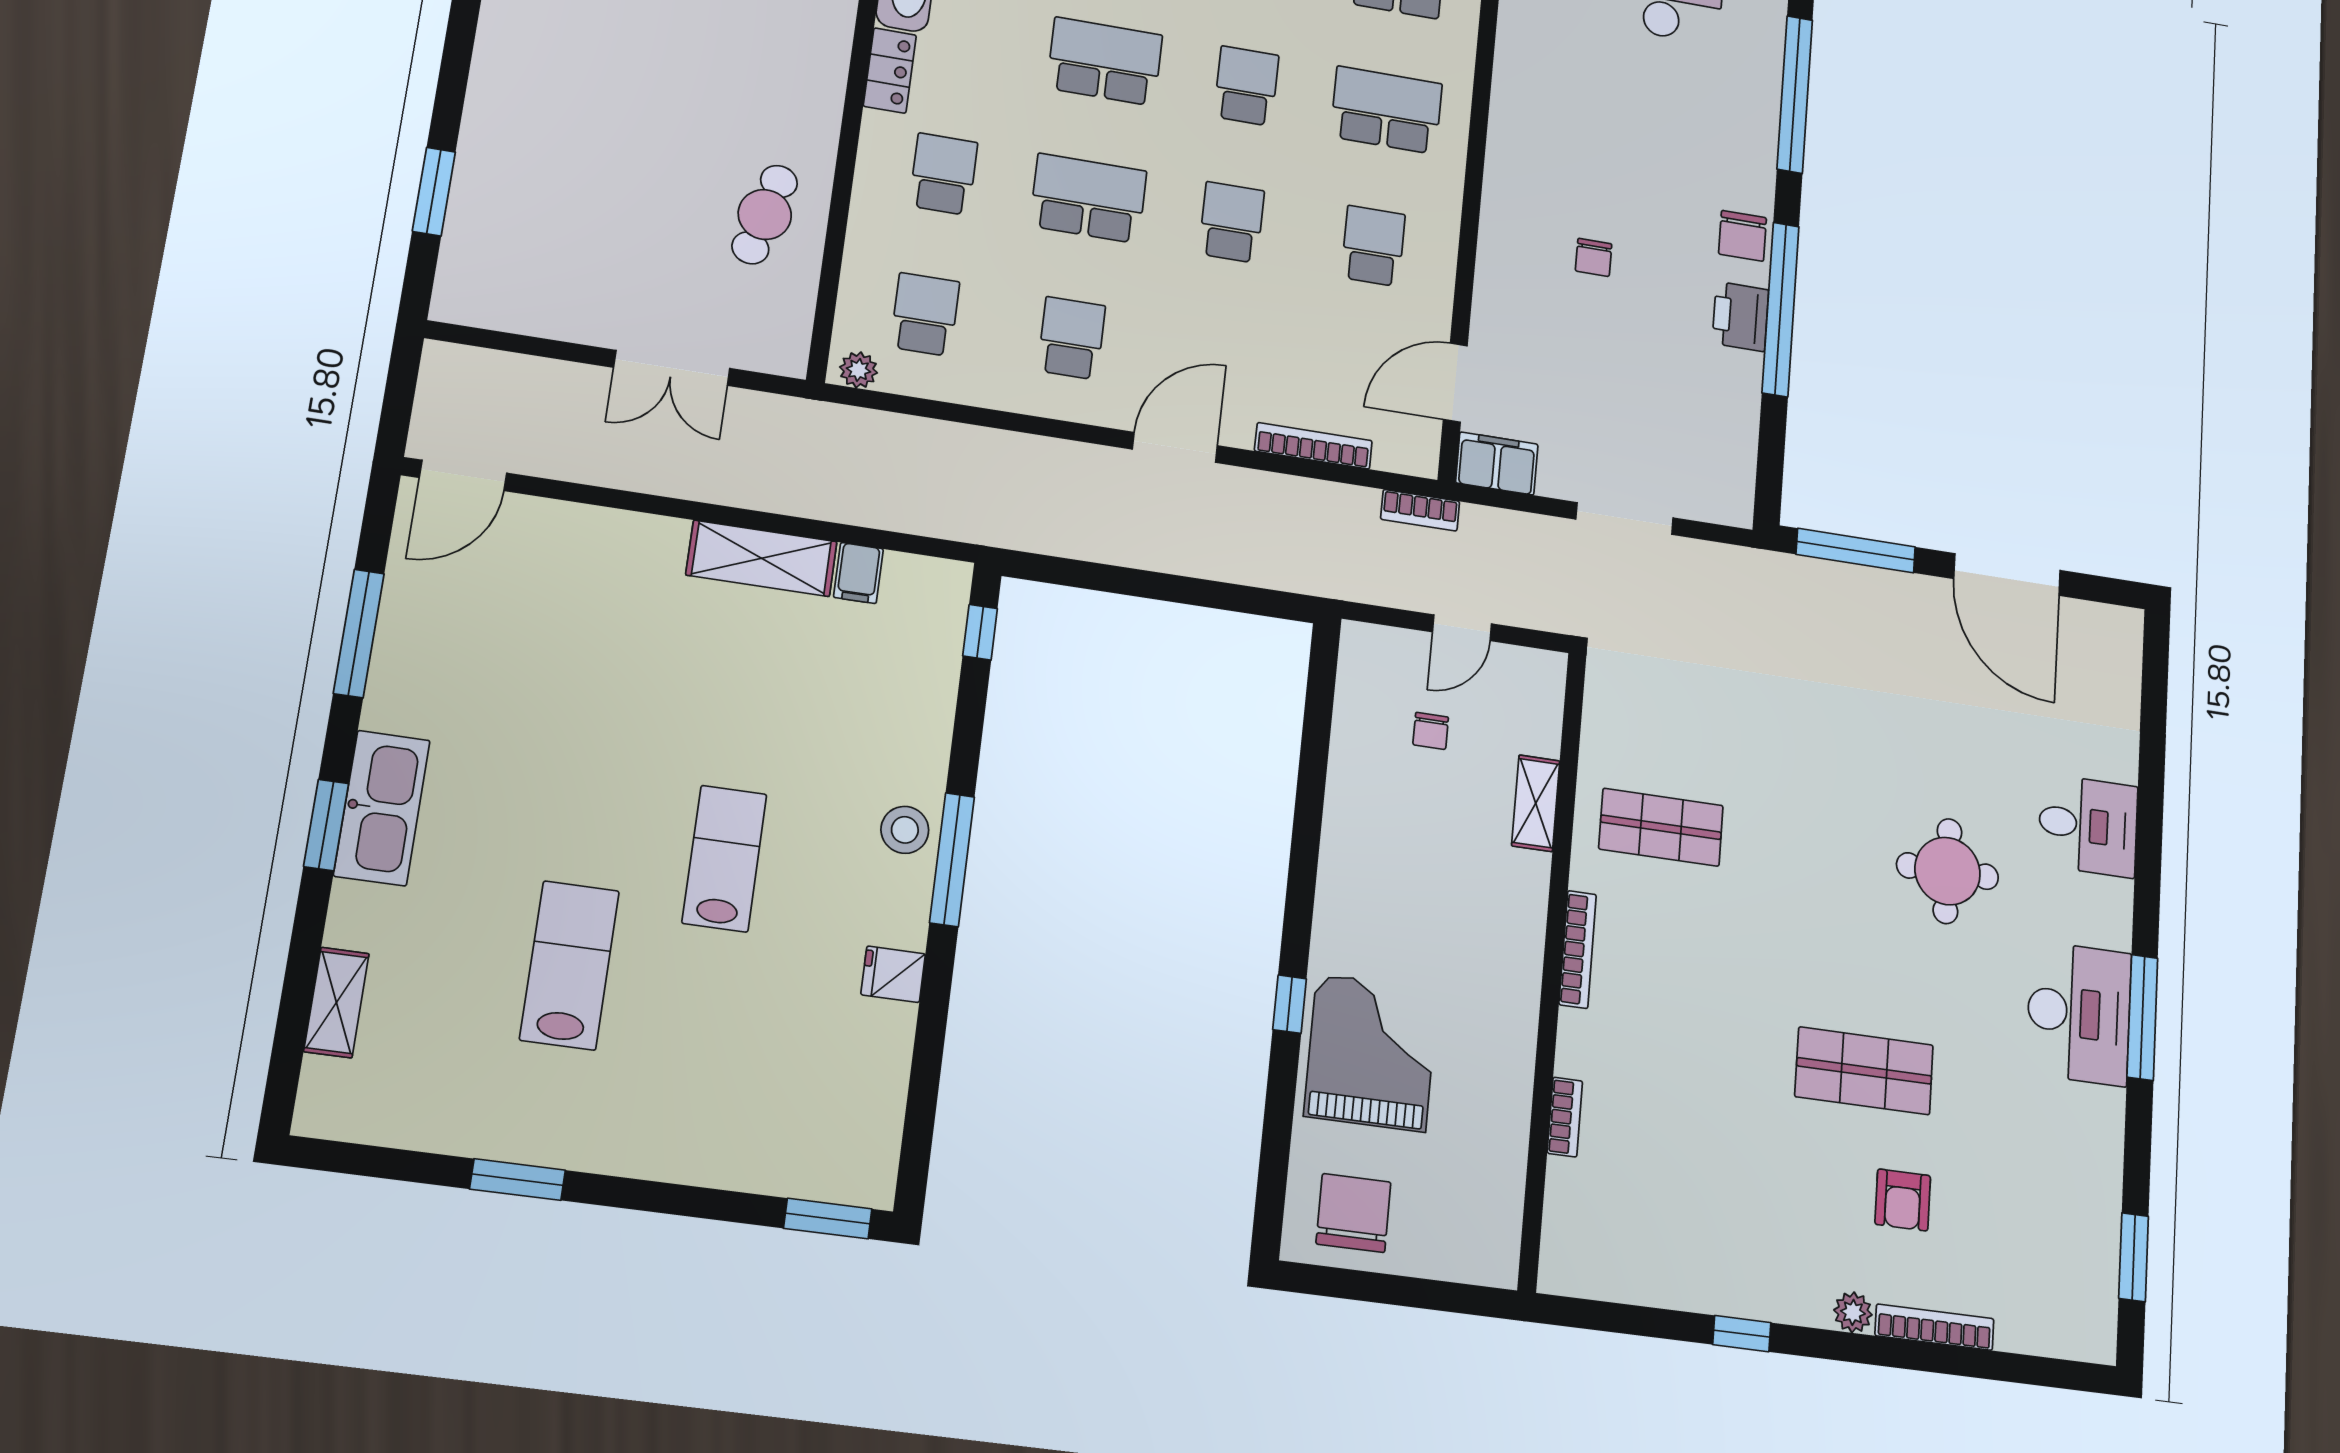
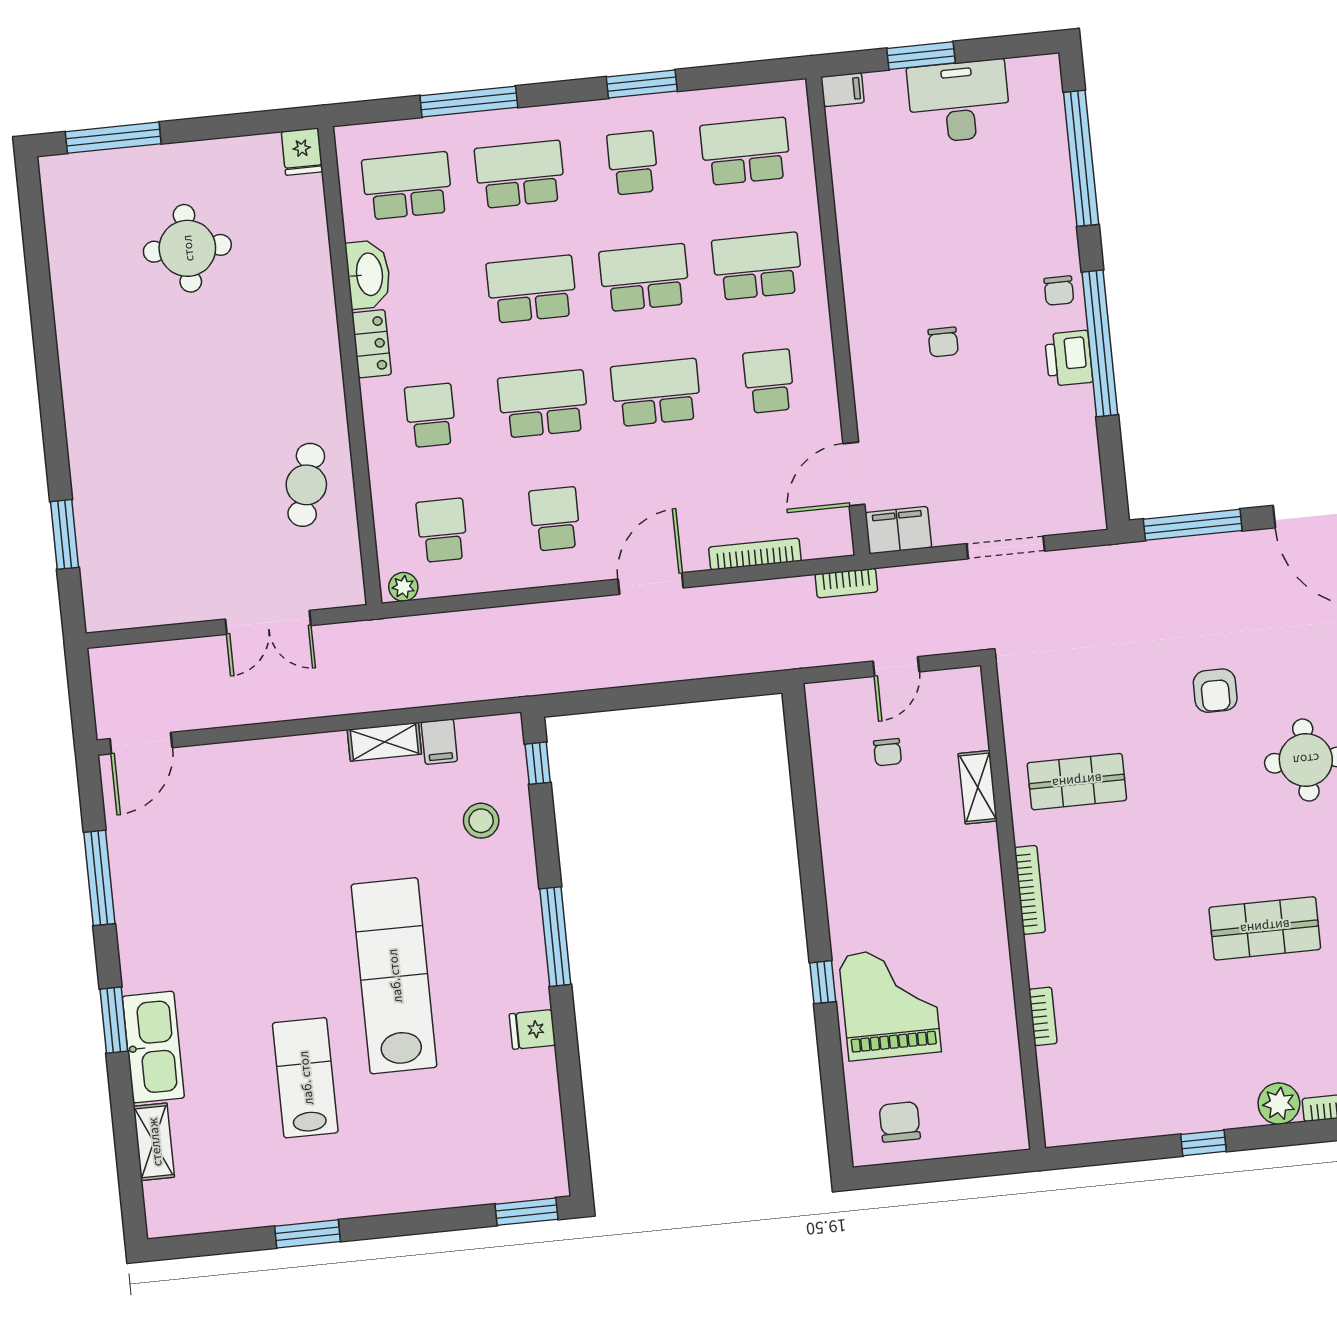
school desk: (1246, 86) -> (644, 278), width x1.85
school desk: (1231, 222) -> (656, 393), width x1.85
chair: (1742, 236) -> (1059, 291), width x0.73, depth x0.73
shelving: (762, 558) -> (384, 742), width x0.67, depth x0.75
kitchen sink: (382, 808) -> (153, 1047), moved
stool: (905, 830) -> (481, 821), moved
lab bench: (724, 859) -> (394, 976), width x1.86, depth x1.39
armchair: (1903, 1200) -> (1215, 691), moved
chair: (1353, 1213) -> (900, 1122), width x0.73, depth x0.73
plant: (1853, 1312) -> (1279, 1104), width x1.38, depth x1.38

